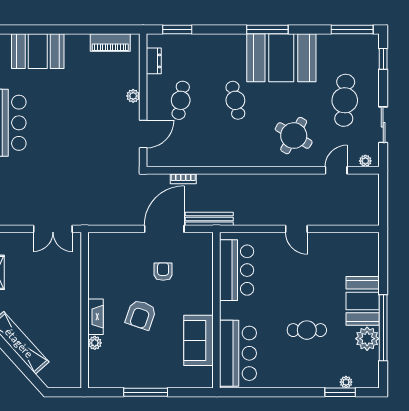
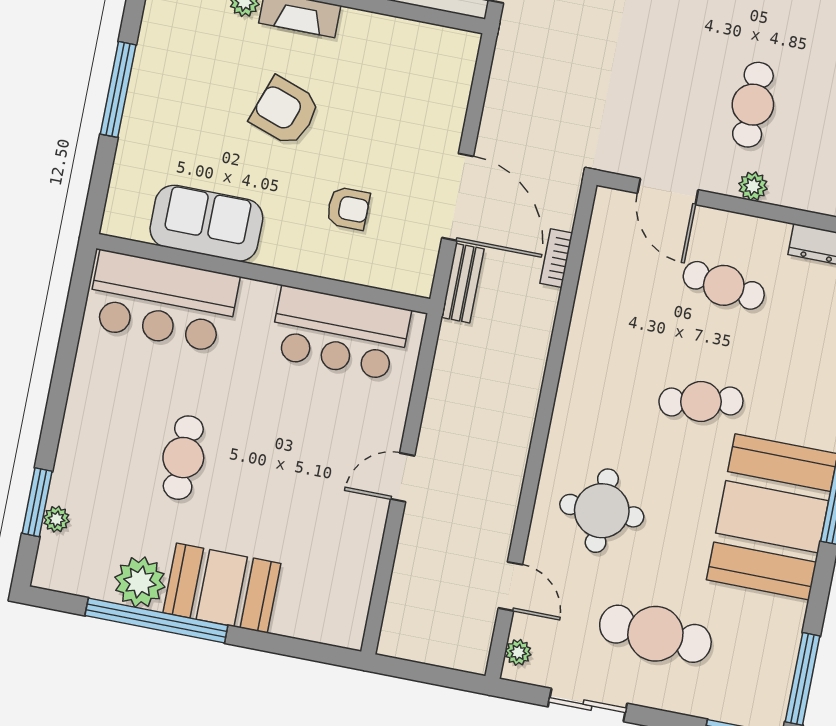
cafe table: (96, 103) -> (753, 105), added
round table: (294, 136) -> (602, 511), turned -30
bench: (209, 219) -> (463, 283), width x0.73
armchair: (163, 272) -> (348, 208), moved

